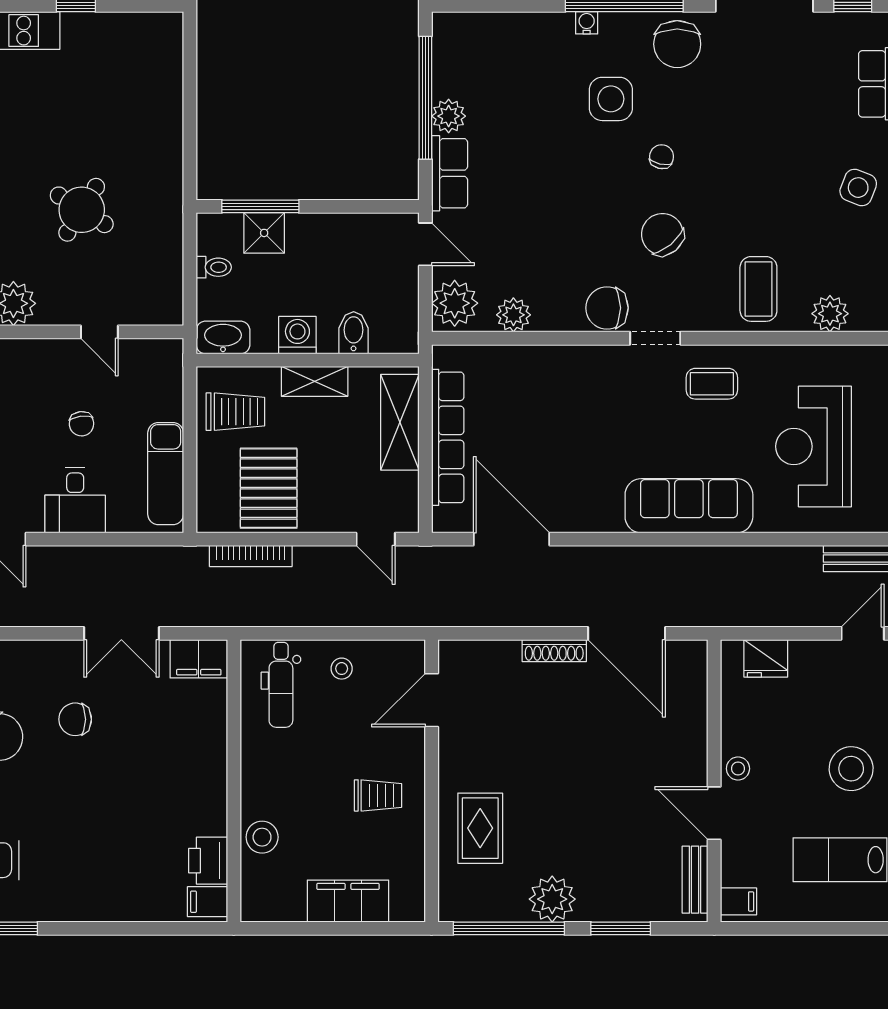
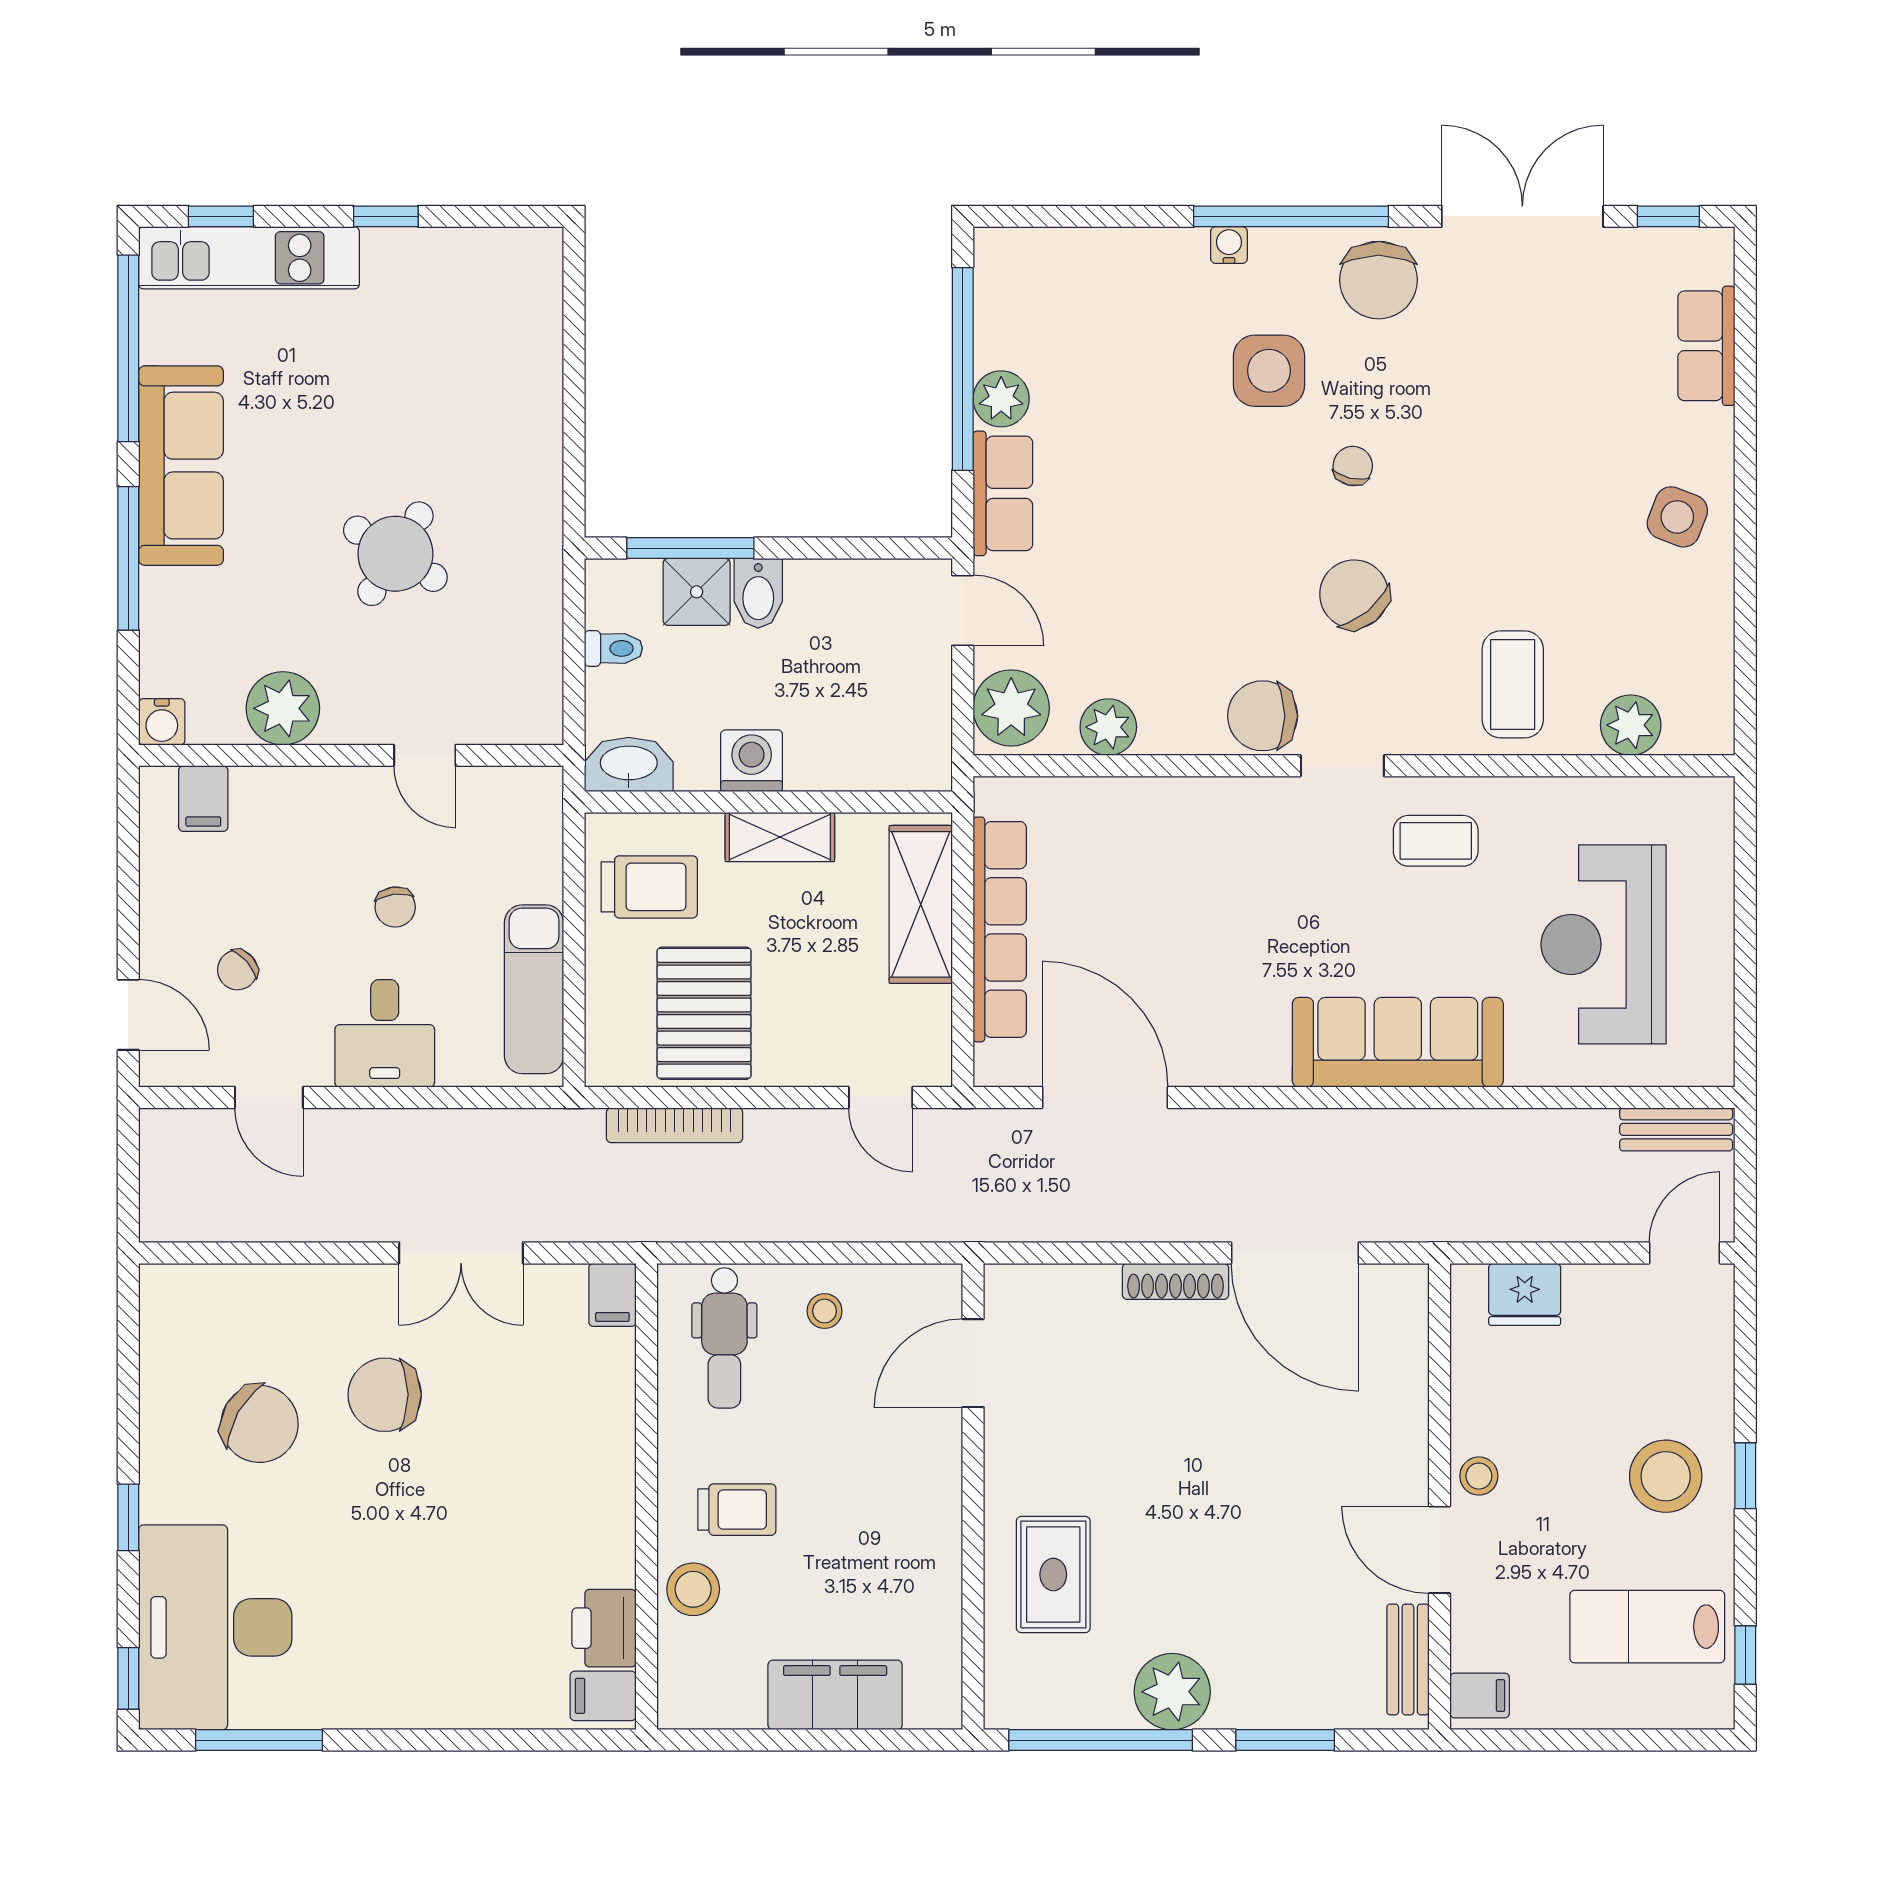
bidet: (354, 333) -> (758, 593), moved, turned 180
filing cabinet: (199, 659) -> (612, 1295), width x0.50
chair: (75, 719) -> (385, 1395), width x1.37, depth x1.37
trolley: (378, 795) -> (737, 1510), moved

